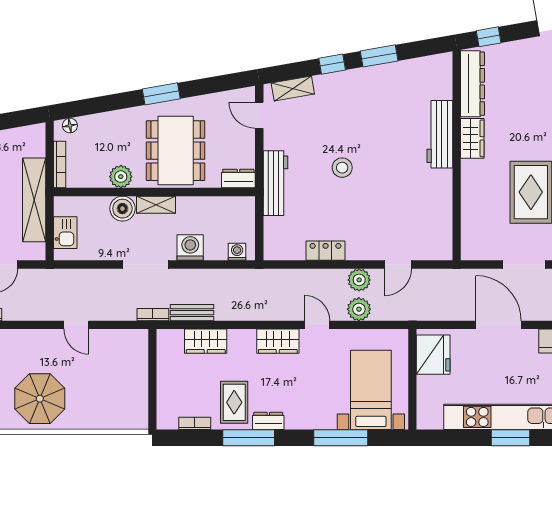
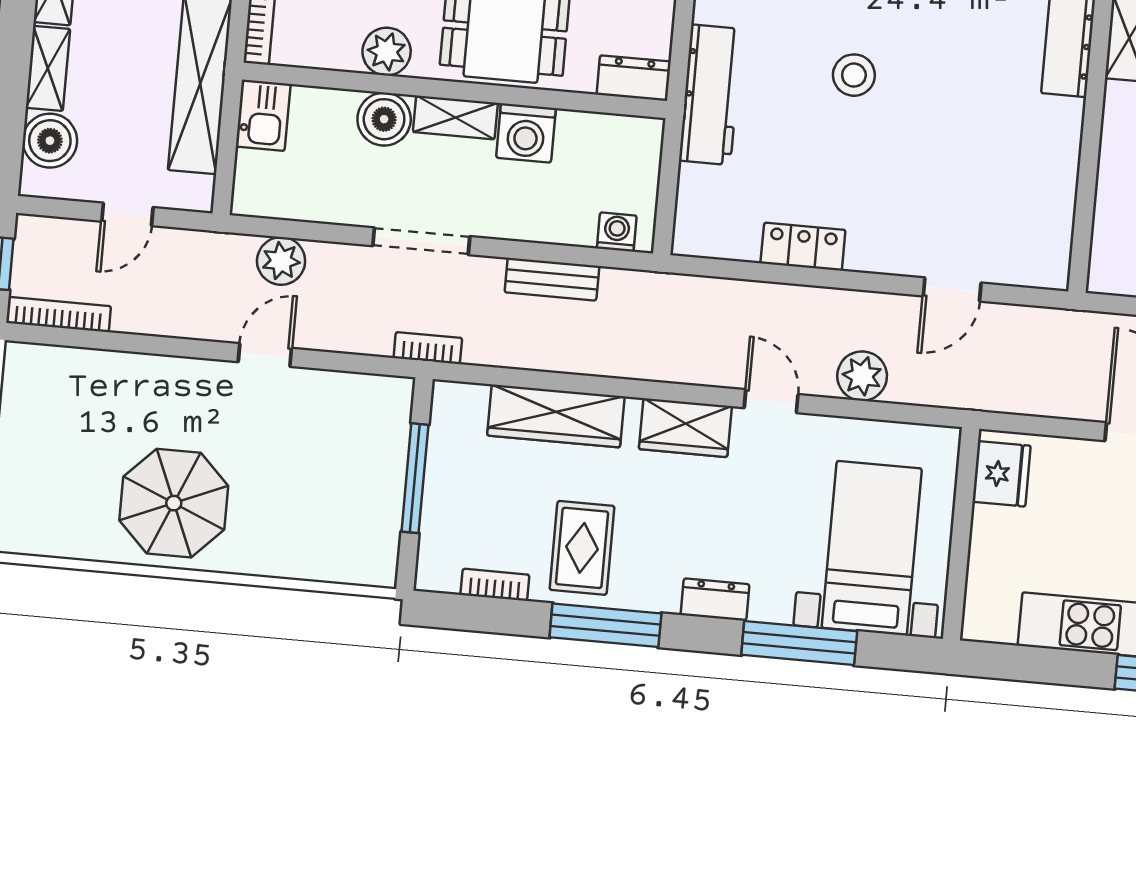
kitchen sink: (65, 233) -> (263, 115), moved
washing machine: (190, 247) -> (526, 133), moved, turned 180
plant: (359, 280) -> (281, 261), moved
bench: (192, 313) -> (552, 279), moved
door: (76, 325) -> (265, 355), swing flipped
wardrobe: (206, 341) -> (556, 416), width x1.50
fridge: (433, 355) -> (1002, 474), width x0.73, depth x0.75
window: (152, 377) -> (415, 478), added
dresser: (268, 421) -> (715, 600), moved

